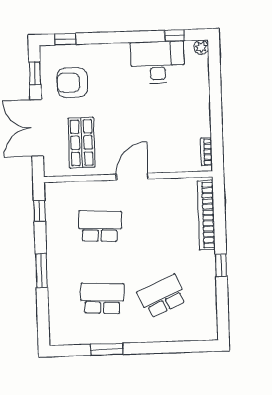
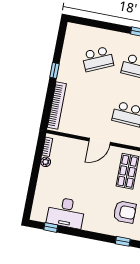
plant: (201, 47) -> (46, 162), moved

